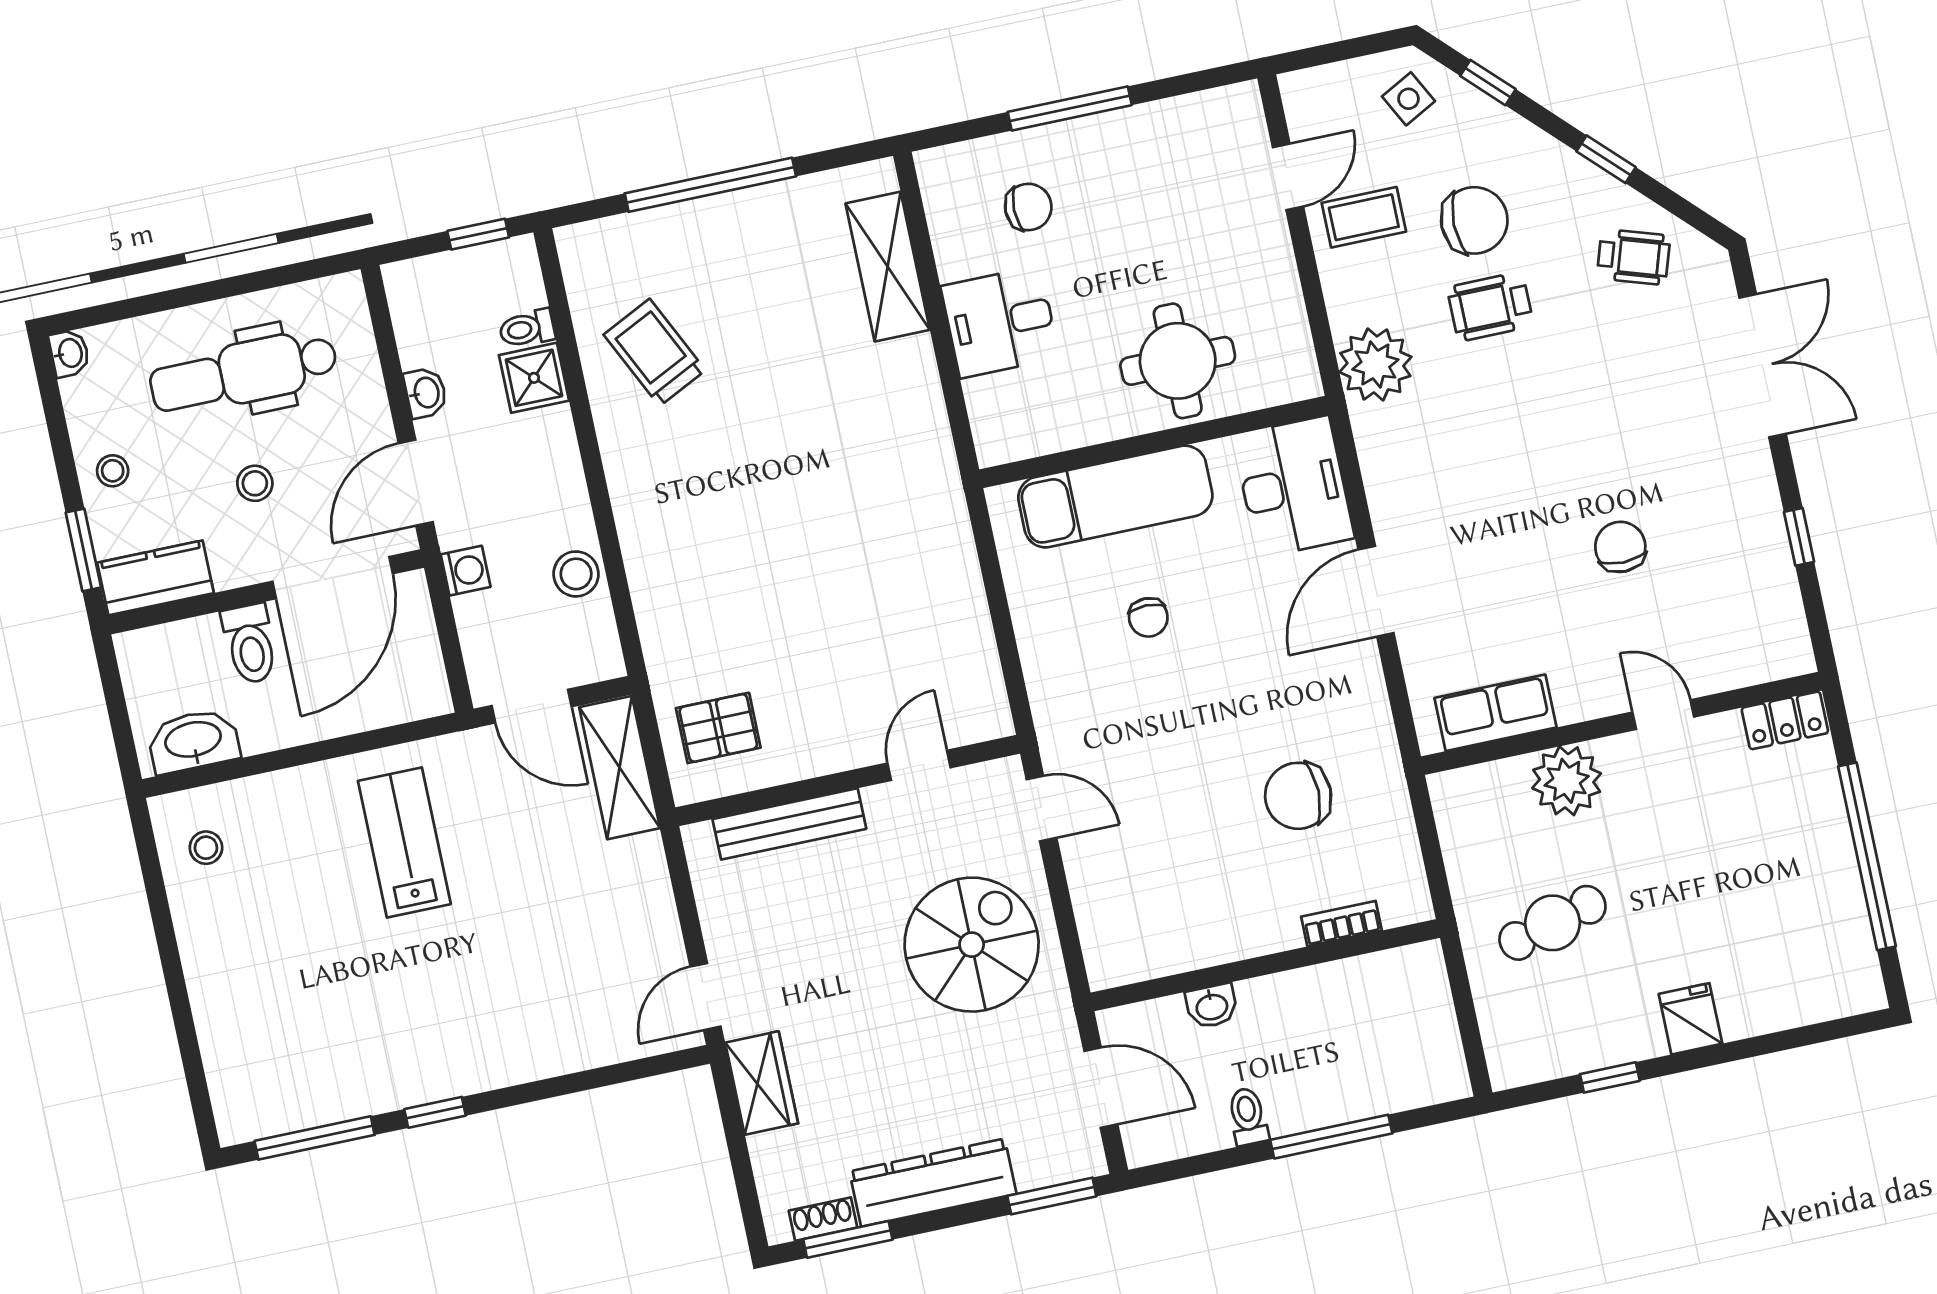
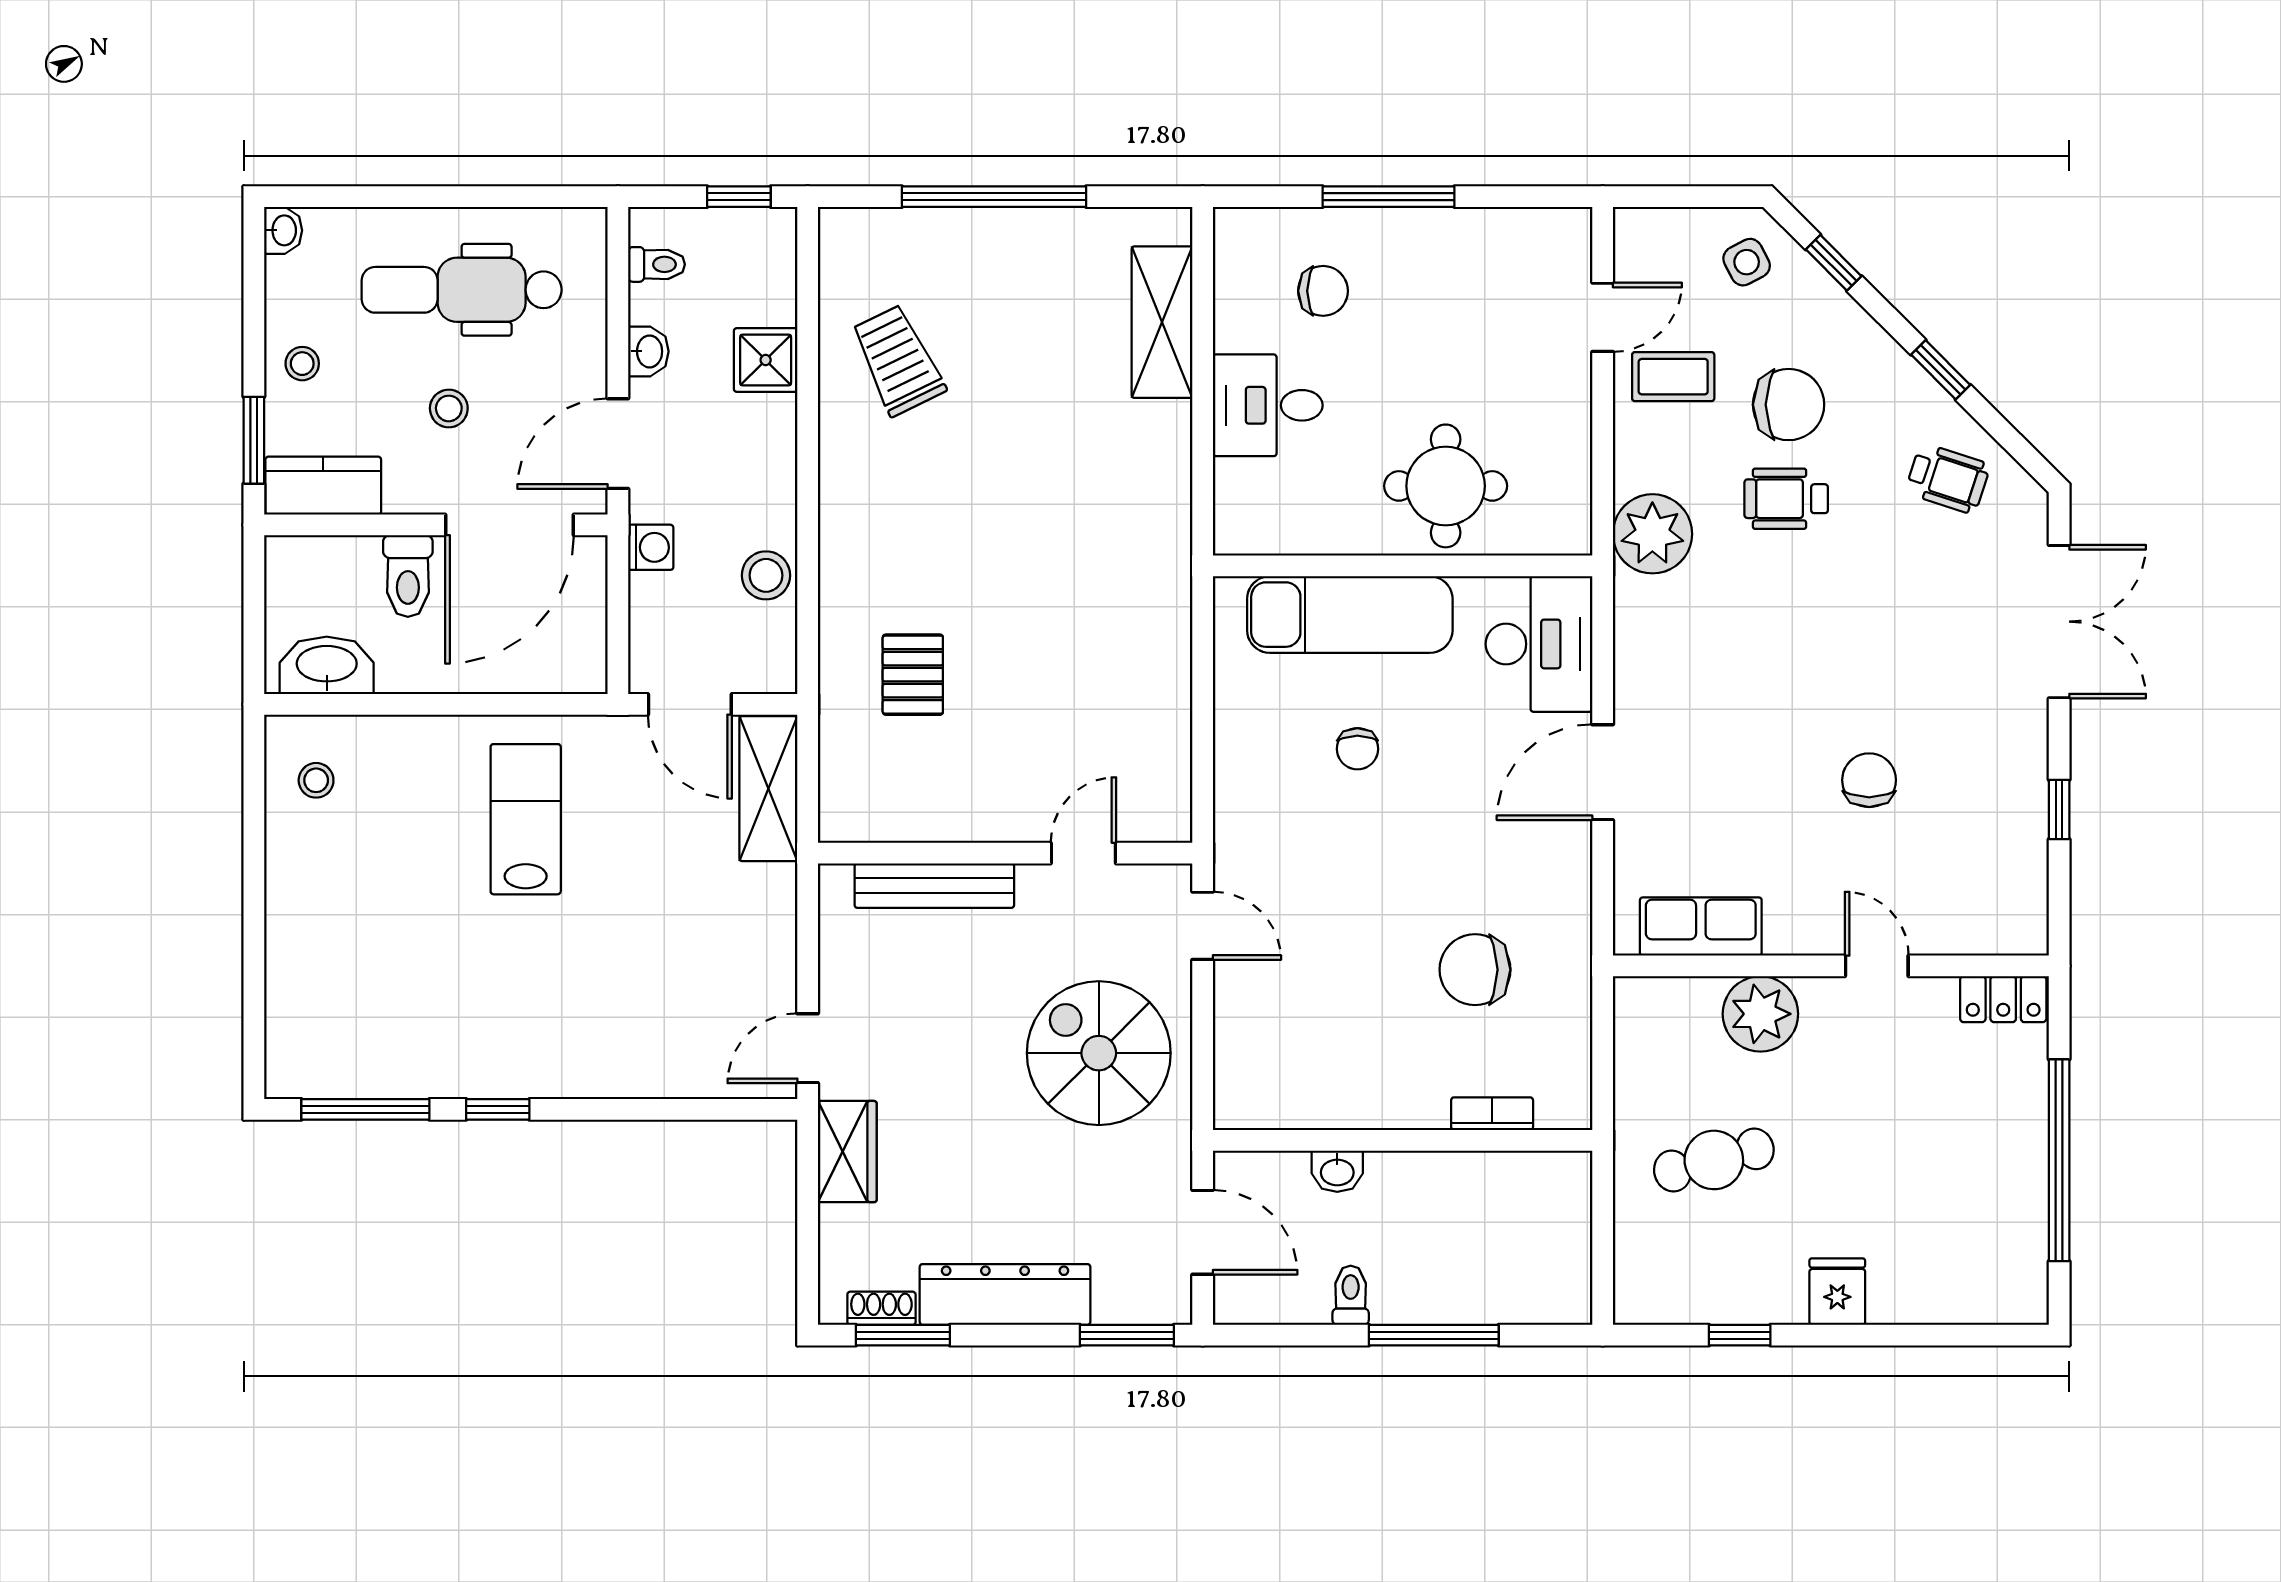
toilet: (527, 329) -> (657, 264), moved, turned 180
pallet: (718, 728) -> (913, 675), moved, turned 90
spiral stairs: (972, 945) -> (1099, 1053), turned -90

